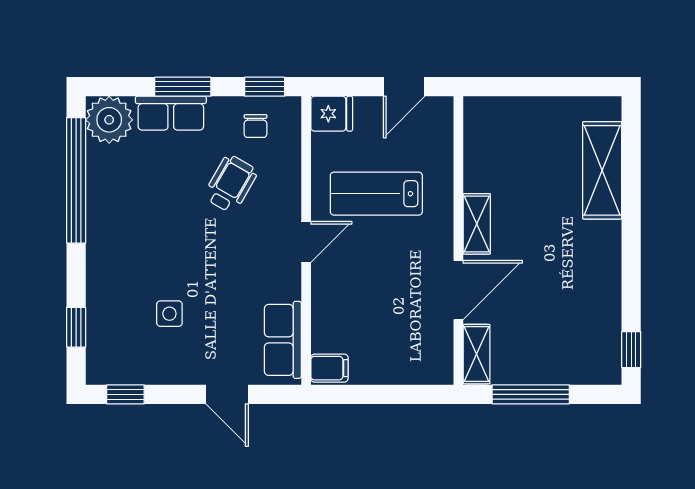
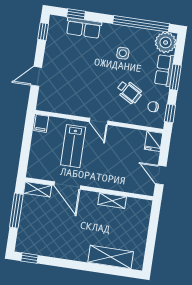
lab bench: (376, 194) -> (73, 146), moved, turned 180
shelving: (477, 224) -> (112, 201), moved
side table: (169, 314) -> (123, 53), moved
row of seats: (283, 340) -> (84, 28), moved, turned 180

